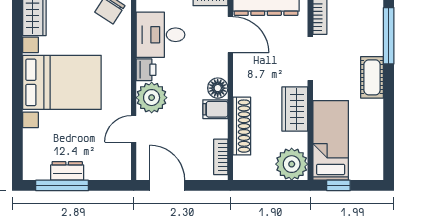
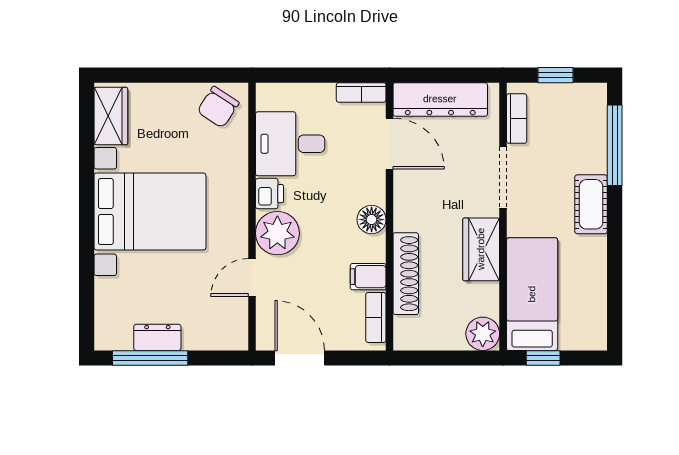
filing cabinet: (215, 109) -> (368, 277), moved
plant: (292, 164) -> (483, 334), width x0.73, depth x0.73

